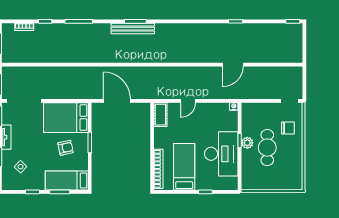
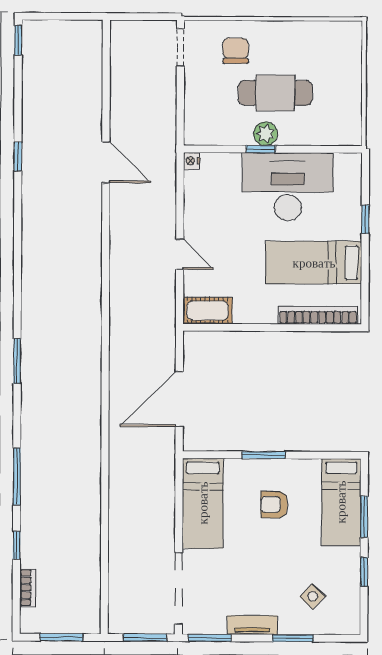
bench: (133, 29) -> (32, 366), removed
bed: (66, 118) -> (203, 503), width x0.67
armchair: (65, 148) -> (274, 504), turned -78

